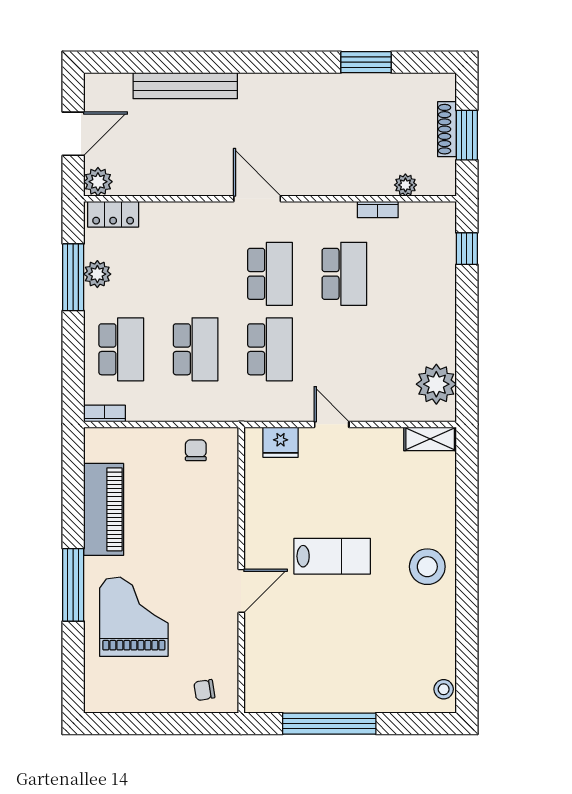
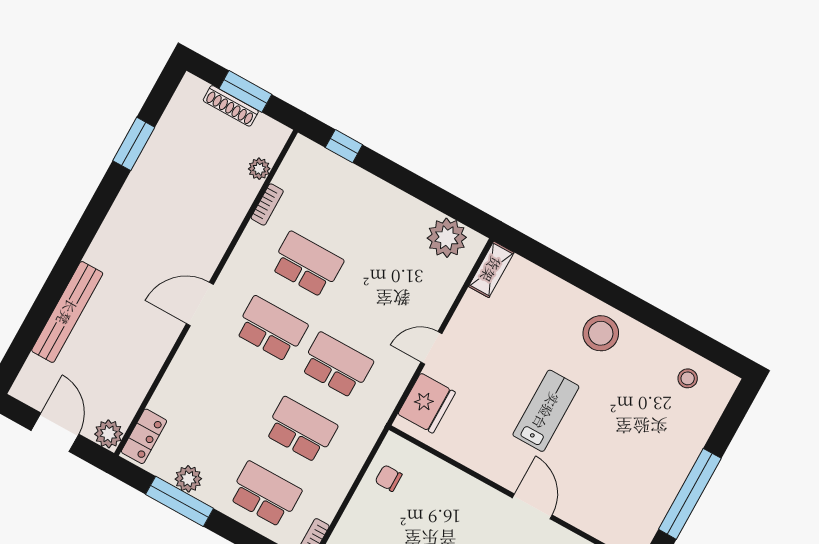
fridge: (281, 442) -> (427, 403), width x1.36, depth x1.34
stool: (444, 689) -> (688, 378), moved

